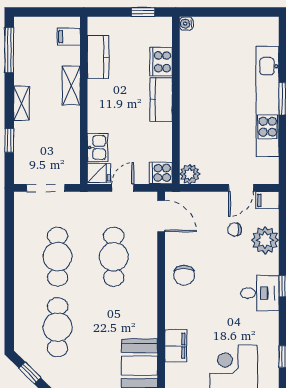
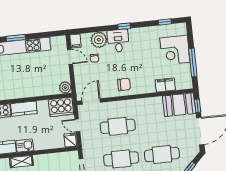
kitchen sink: (98, 148) -> (25, 146), moved
cooker: (161, 173) -> (61, 107), width x1.87, depth x1.31
desk: (260, 293) -> (118, 41), moved

